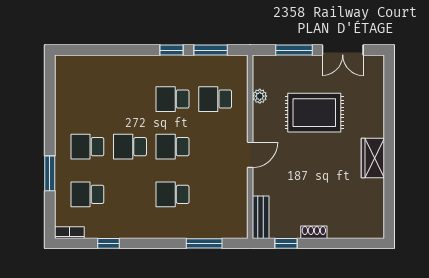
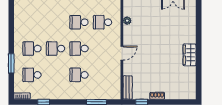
rug: (314, 113) -> (157, 30), removed

